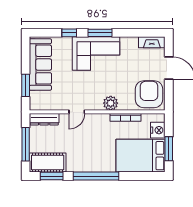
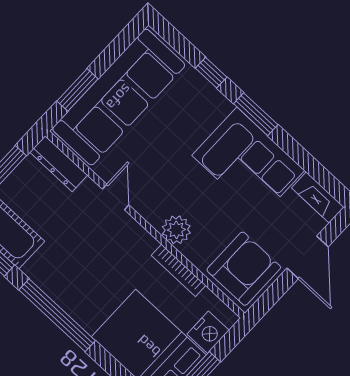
corner sofa: (96, 53) -> (248, 163), moved
sofa: (40, 65) -> (119, 97), width x1.36, depth x1.27
door: (77, 112) -> (116, 197), swing flipped

